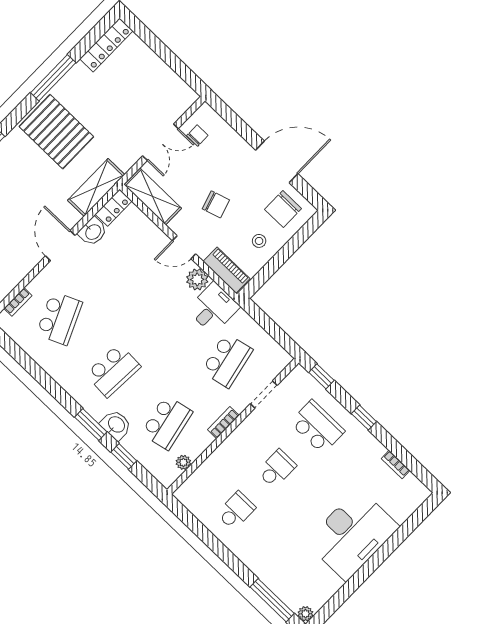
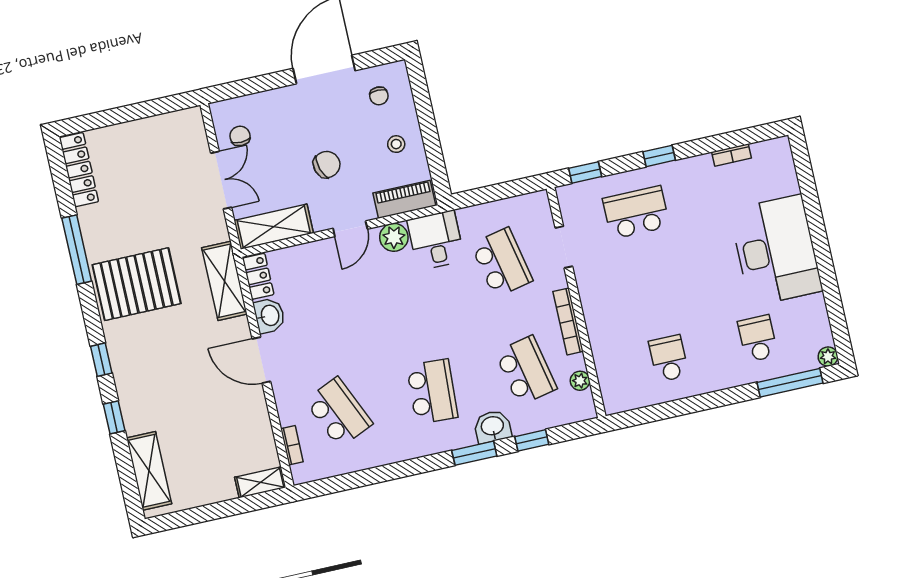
chair: (283, 209) -> (379, 96), width x0.54, depth x0.54
bookcase: (223, 423) -> (568, 321), width x1.56
school desk: (277, 469) -> (758, 338), moved

